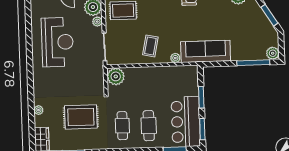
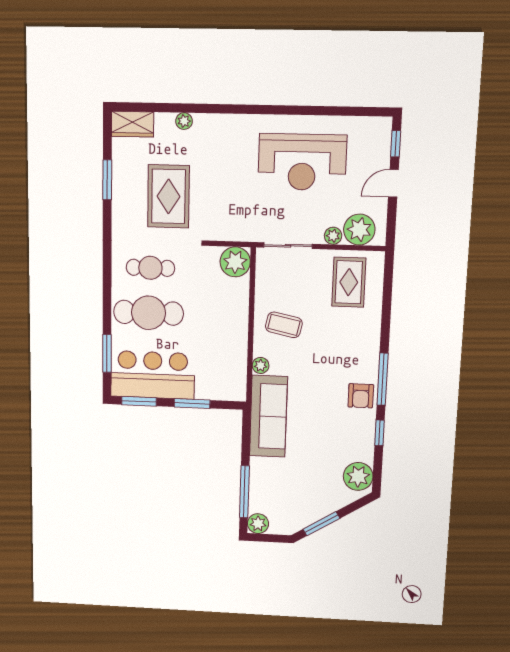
cafe table: (149, 126) -> (149, 313), width x1.37, depth x1.35

